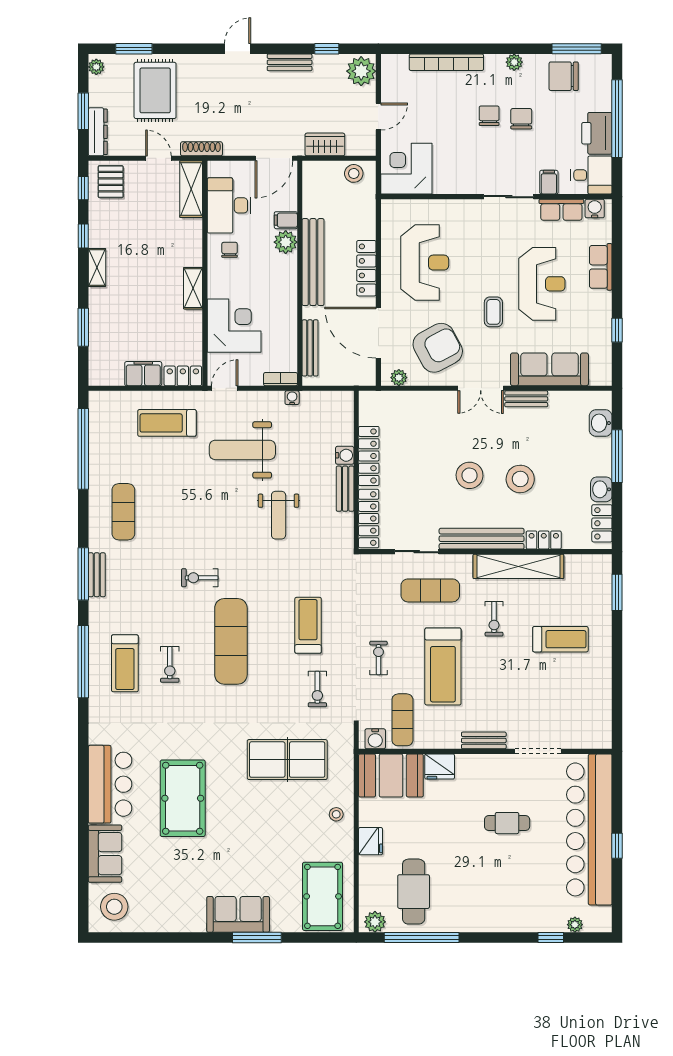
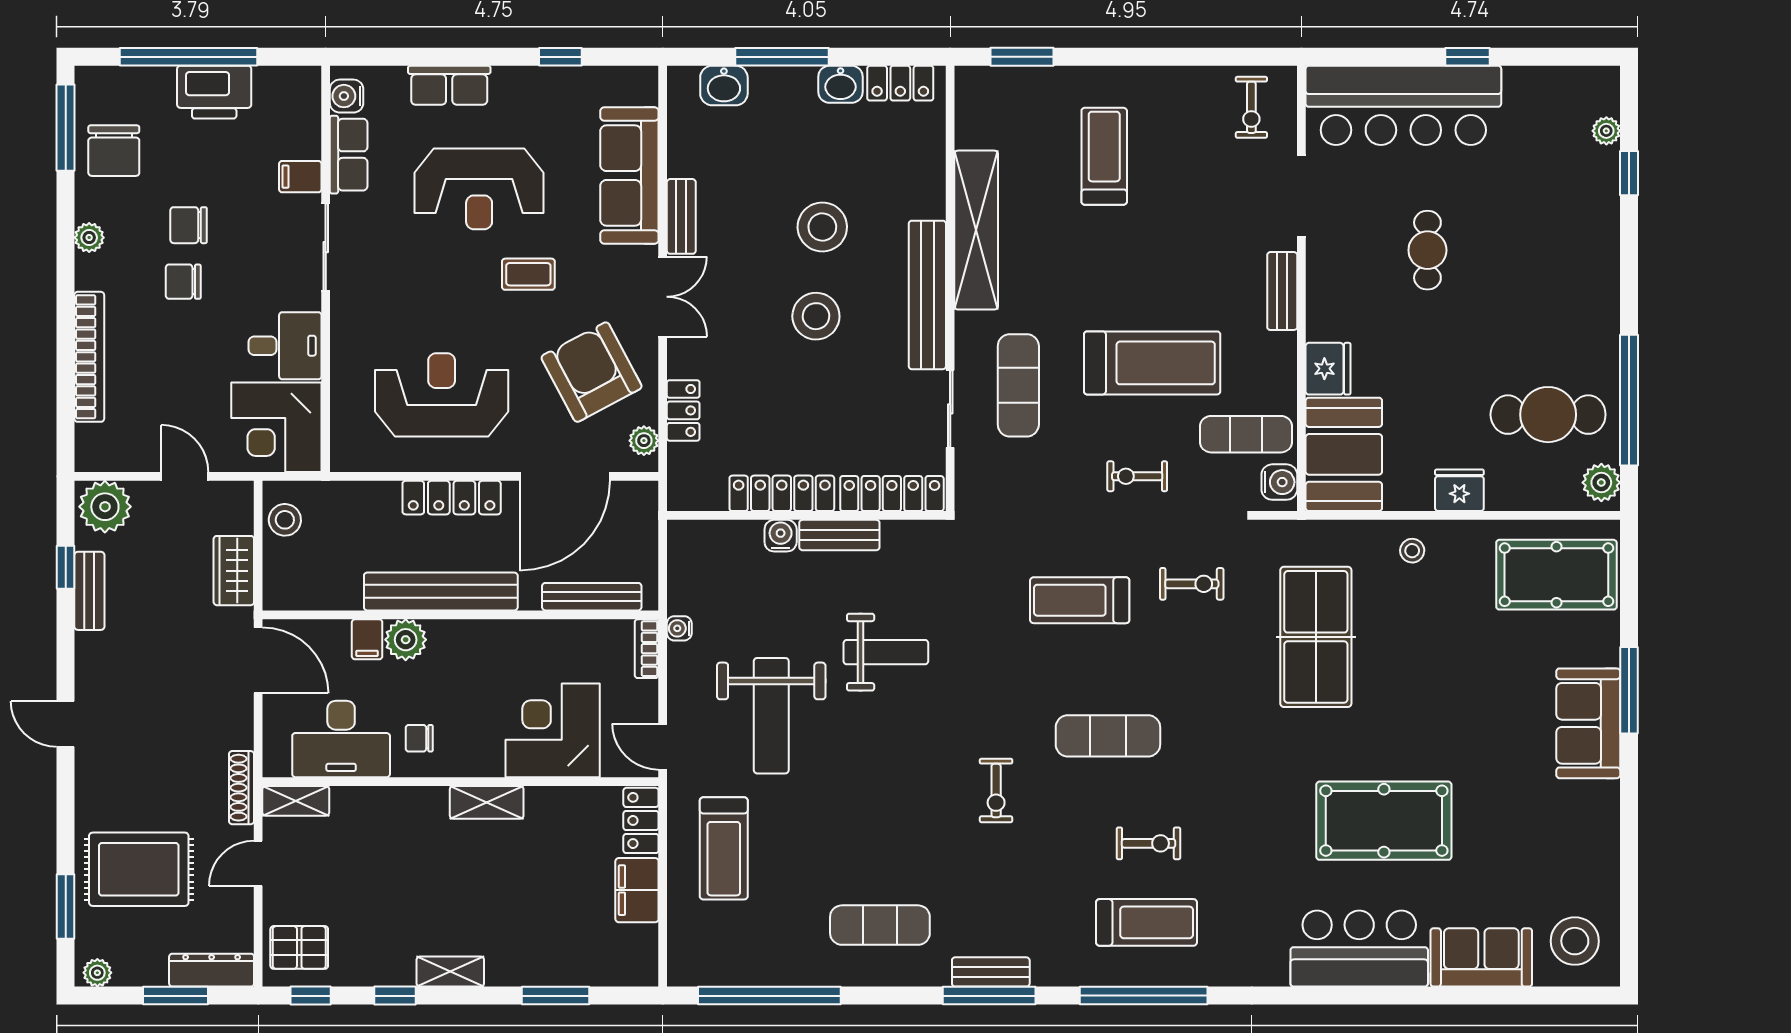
bench: (290, 62) -> (89, 591), moved
desk: (591, 175) -> (285, 346), moved, turned 90
shelving: (191, 189) -> (296, 801), width x0.67, depth x0.75
reception desk: (542, 284) -> (479, 189), turned 180
locker: (544, 540) -> (683, 410), moved, turned 180
exercise bike: (494, 619) -> (1251, 107), moved, turned 90
exercise mat: (231, 641) -> (1108, 736), width x0.73, depth x0.69
bar counter: (589, 829) -> (1403, 105), width x0.73

